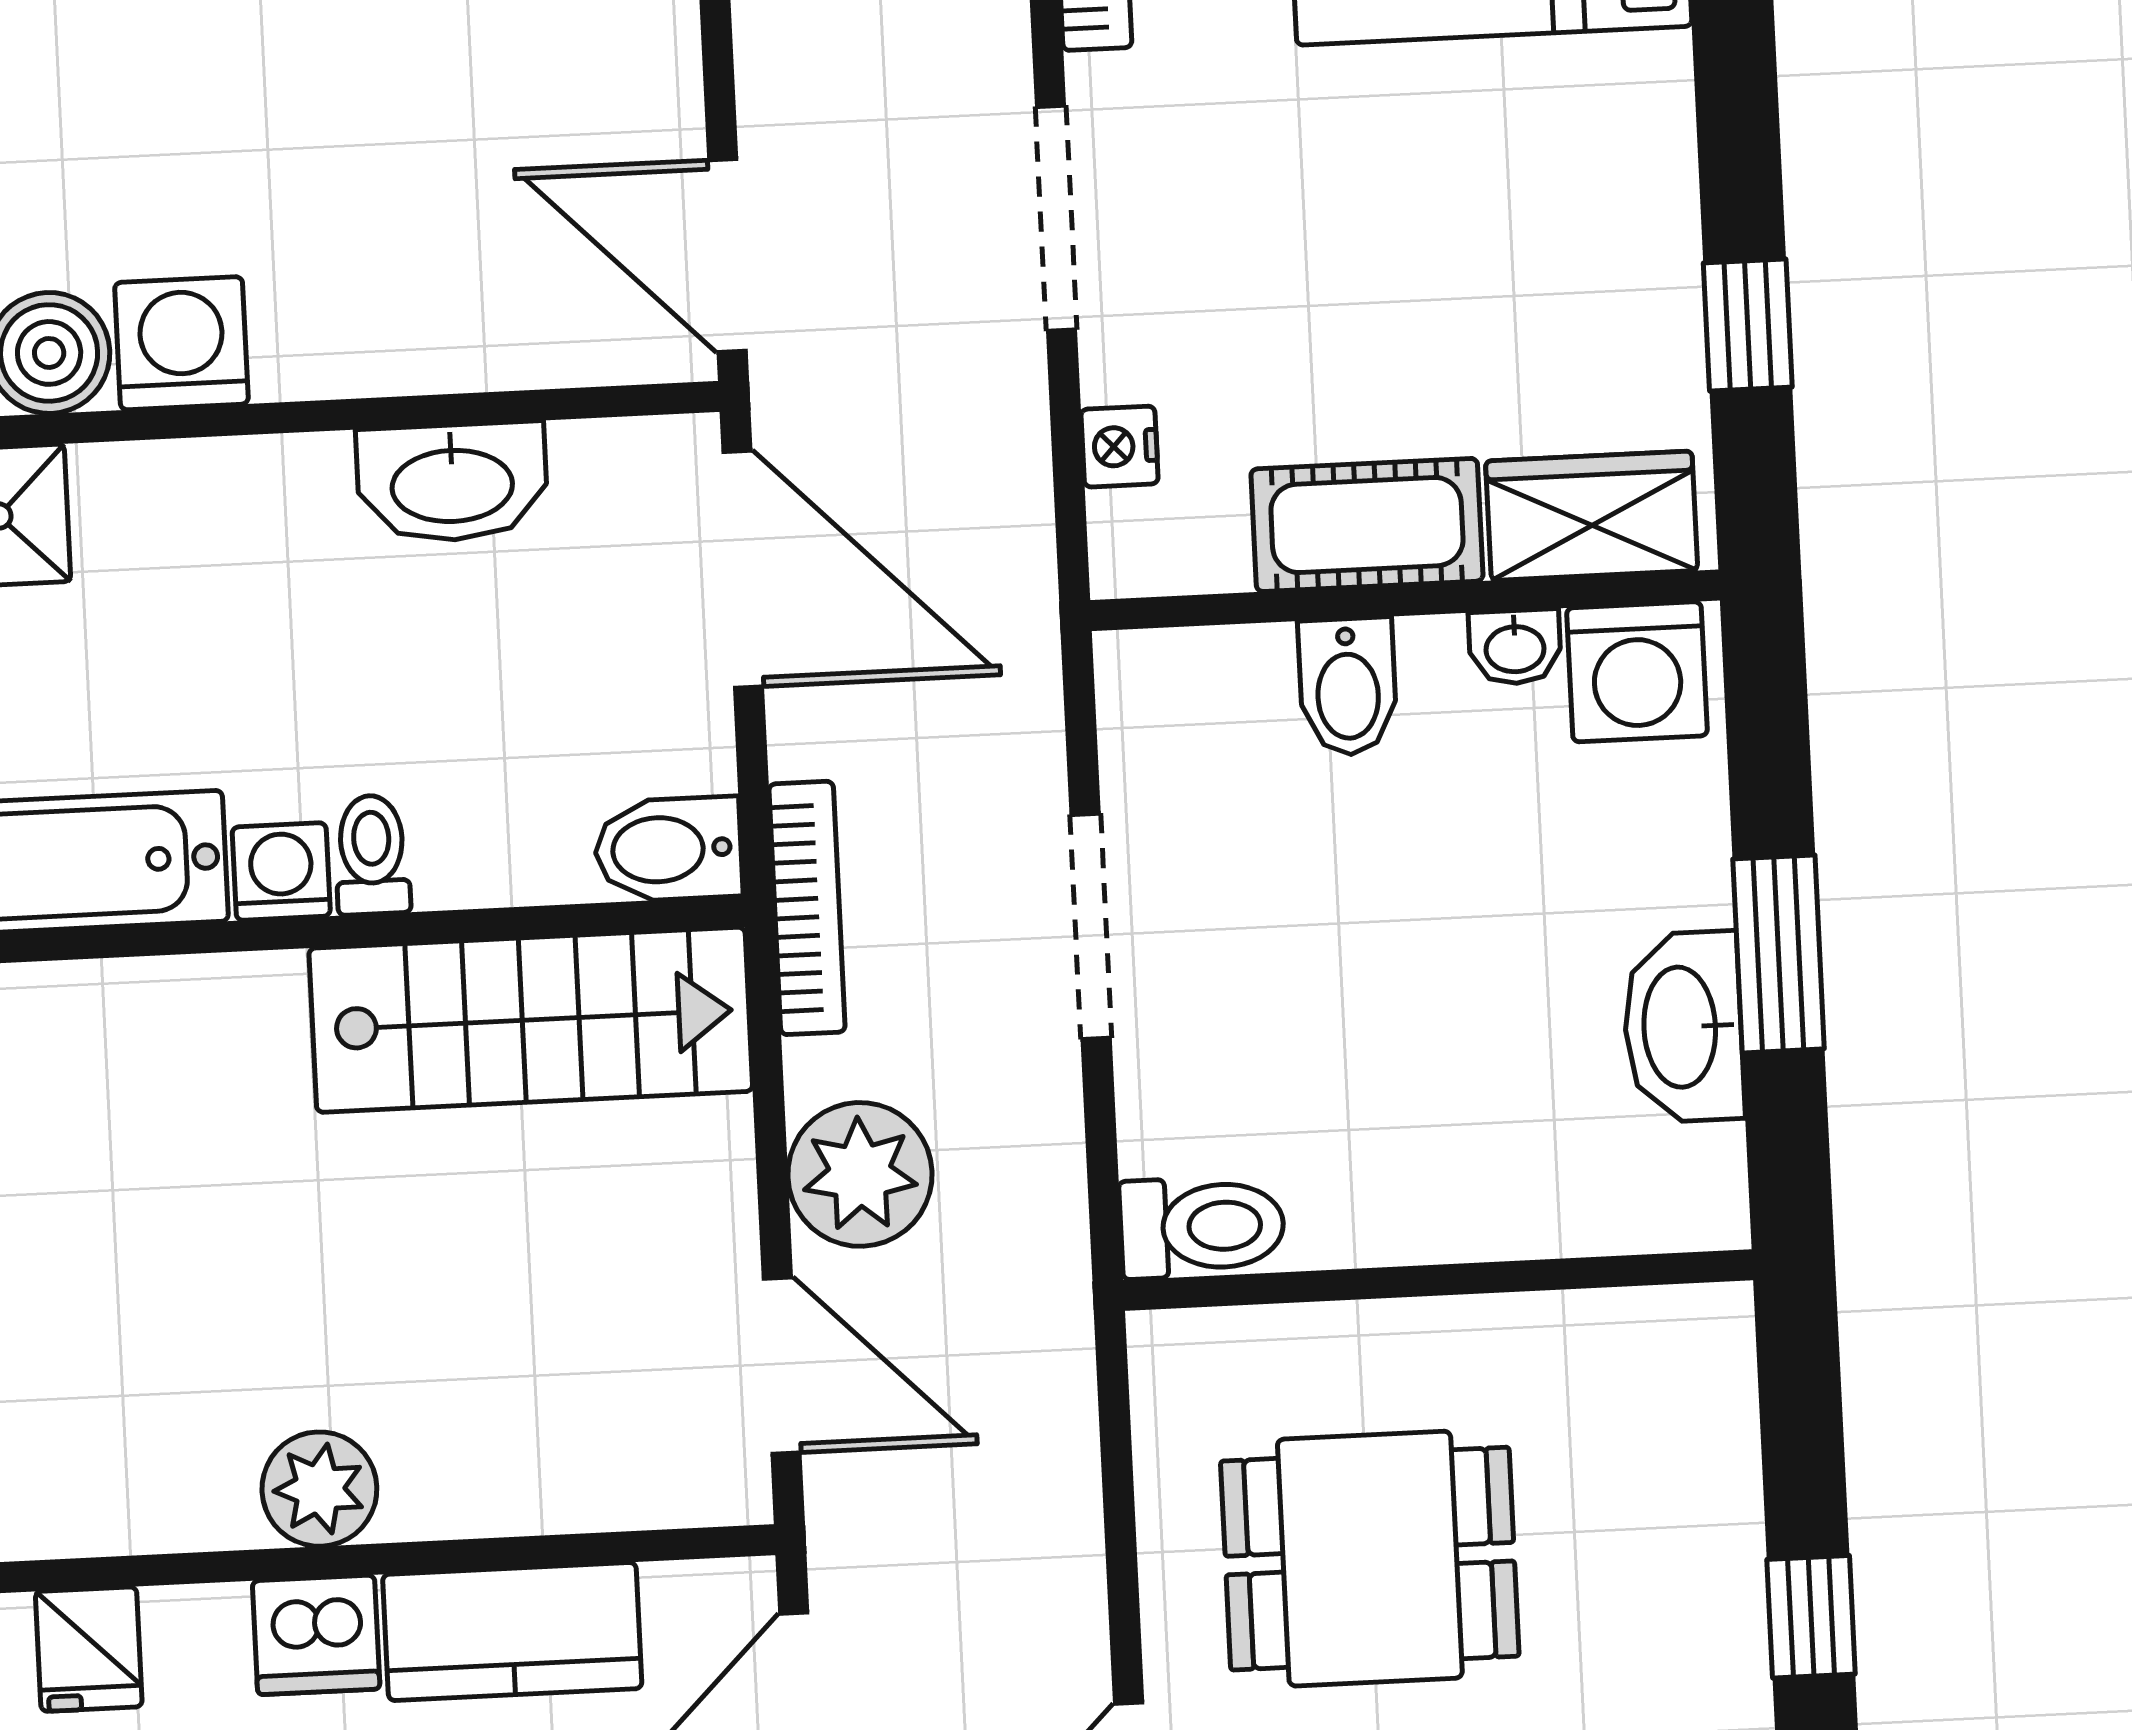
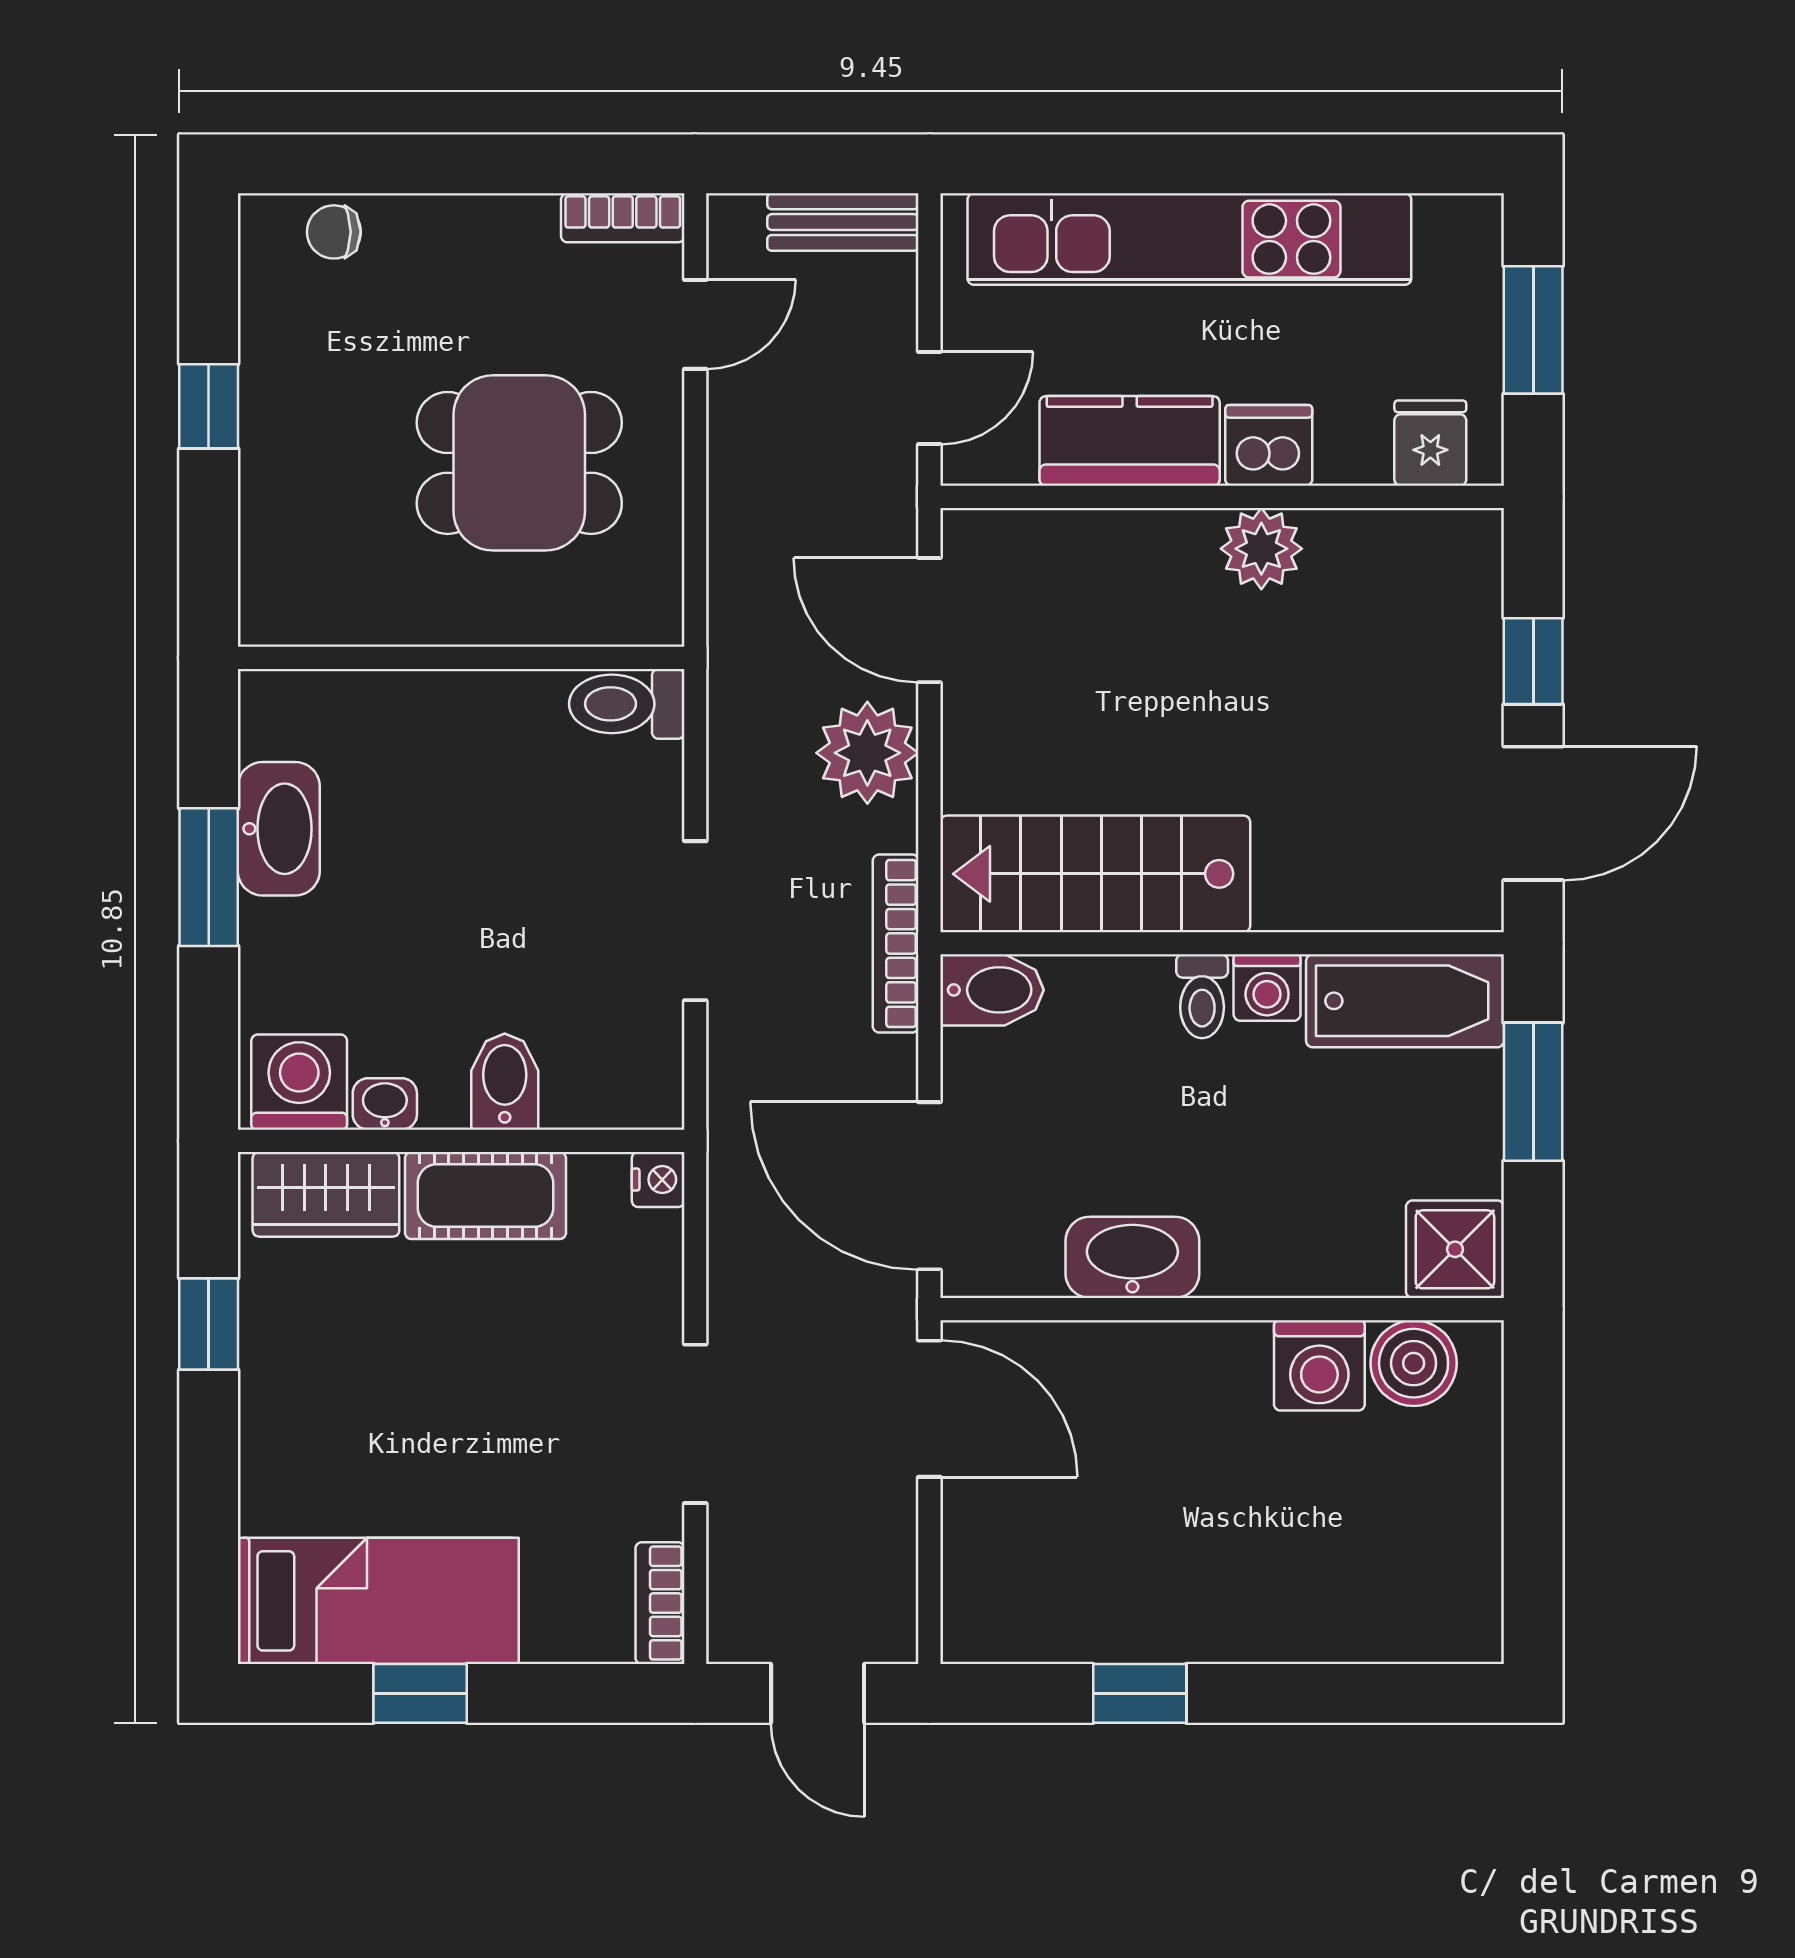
nightstand: (1120, 447) -> (658, 1180), moved

